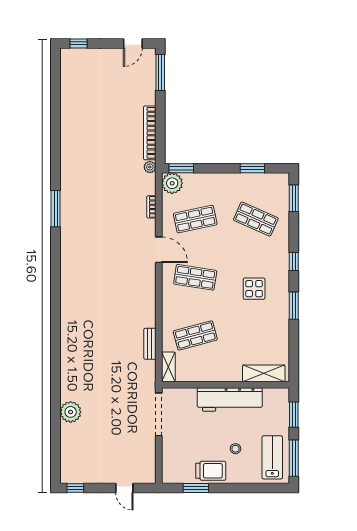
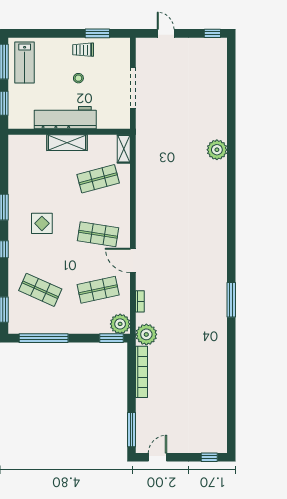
plant: (150, 167) -> (146, 334), width x1.88, depth x1.88
window: (252, 168) -> (44, 338), width x2.11
bench: (150, 344) -> (141, 171), removed
shelving: (264, 373) -> (67, 143), moved
plant: (71, 412) -> (217, 150), moved
doorway: (159, 414) -> (133, 88), moved
stool: (235, 449) -> (78, 78), moved
trolley: (211, 471) -> (83, 50), width x0.73, depth x0.72

